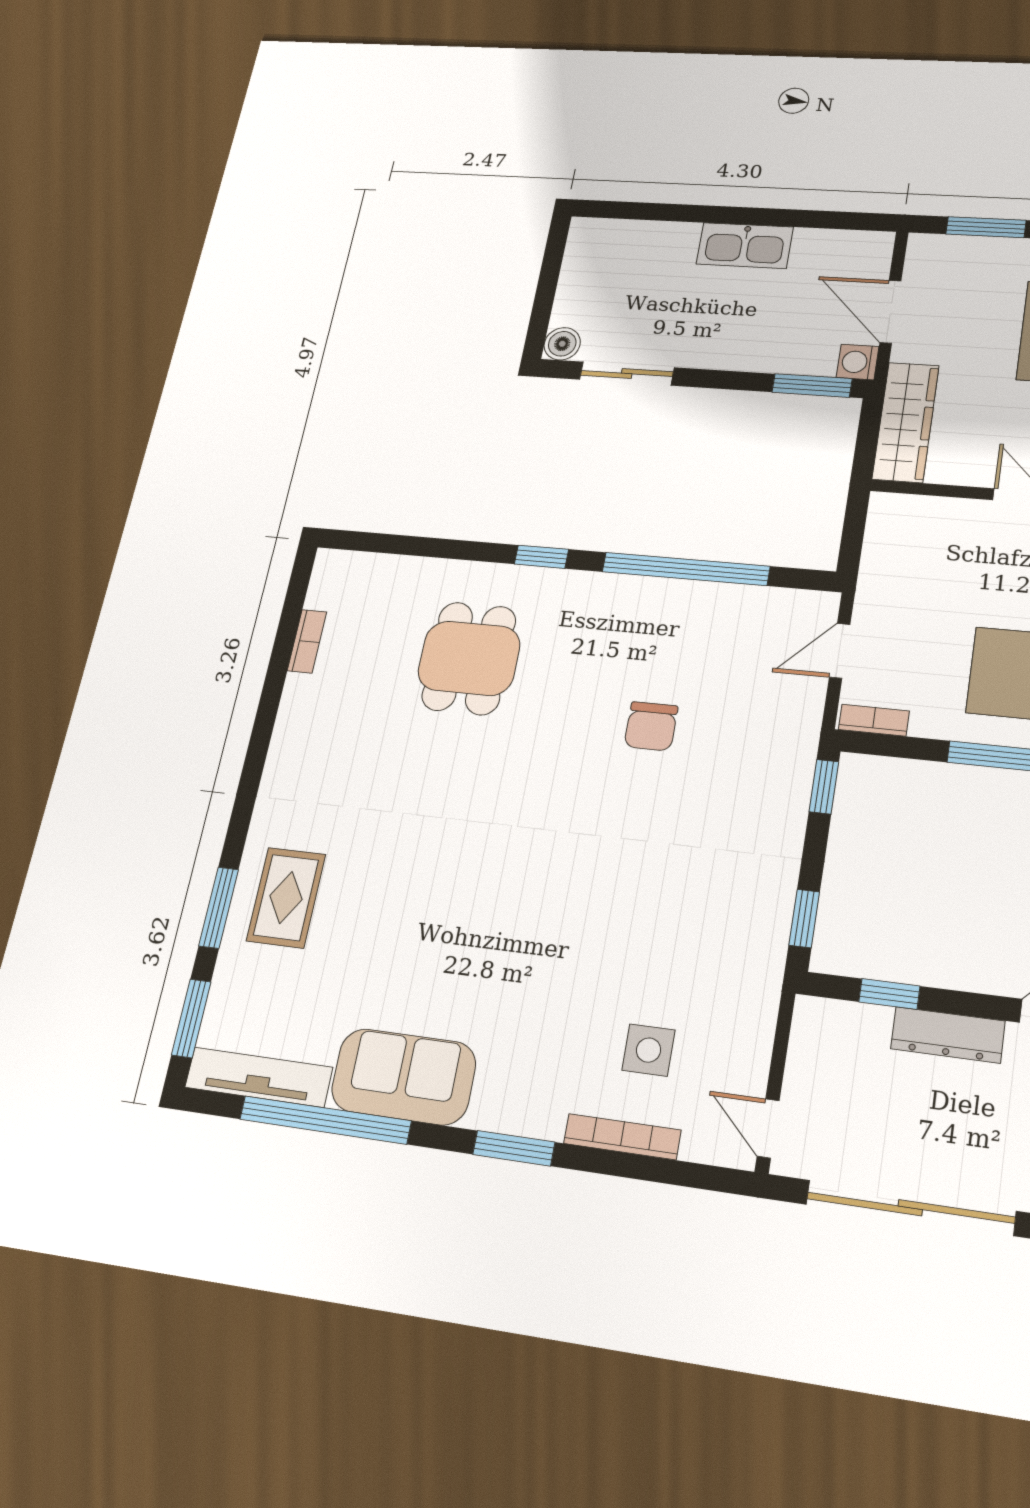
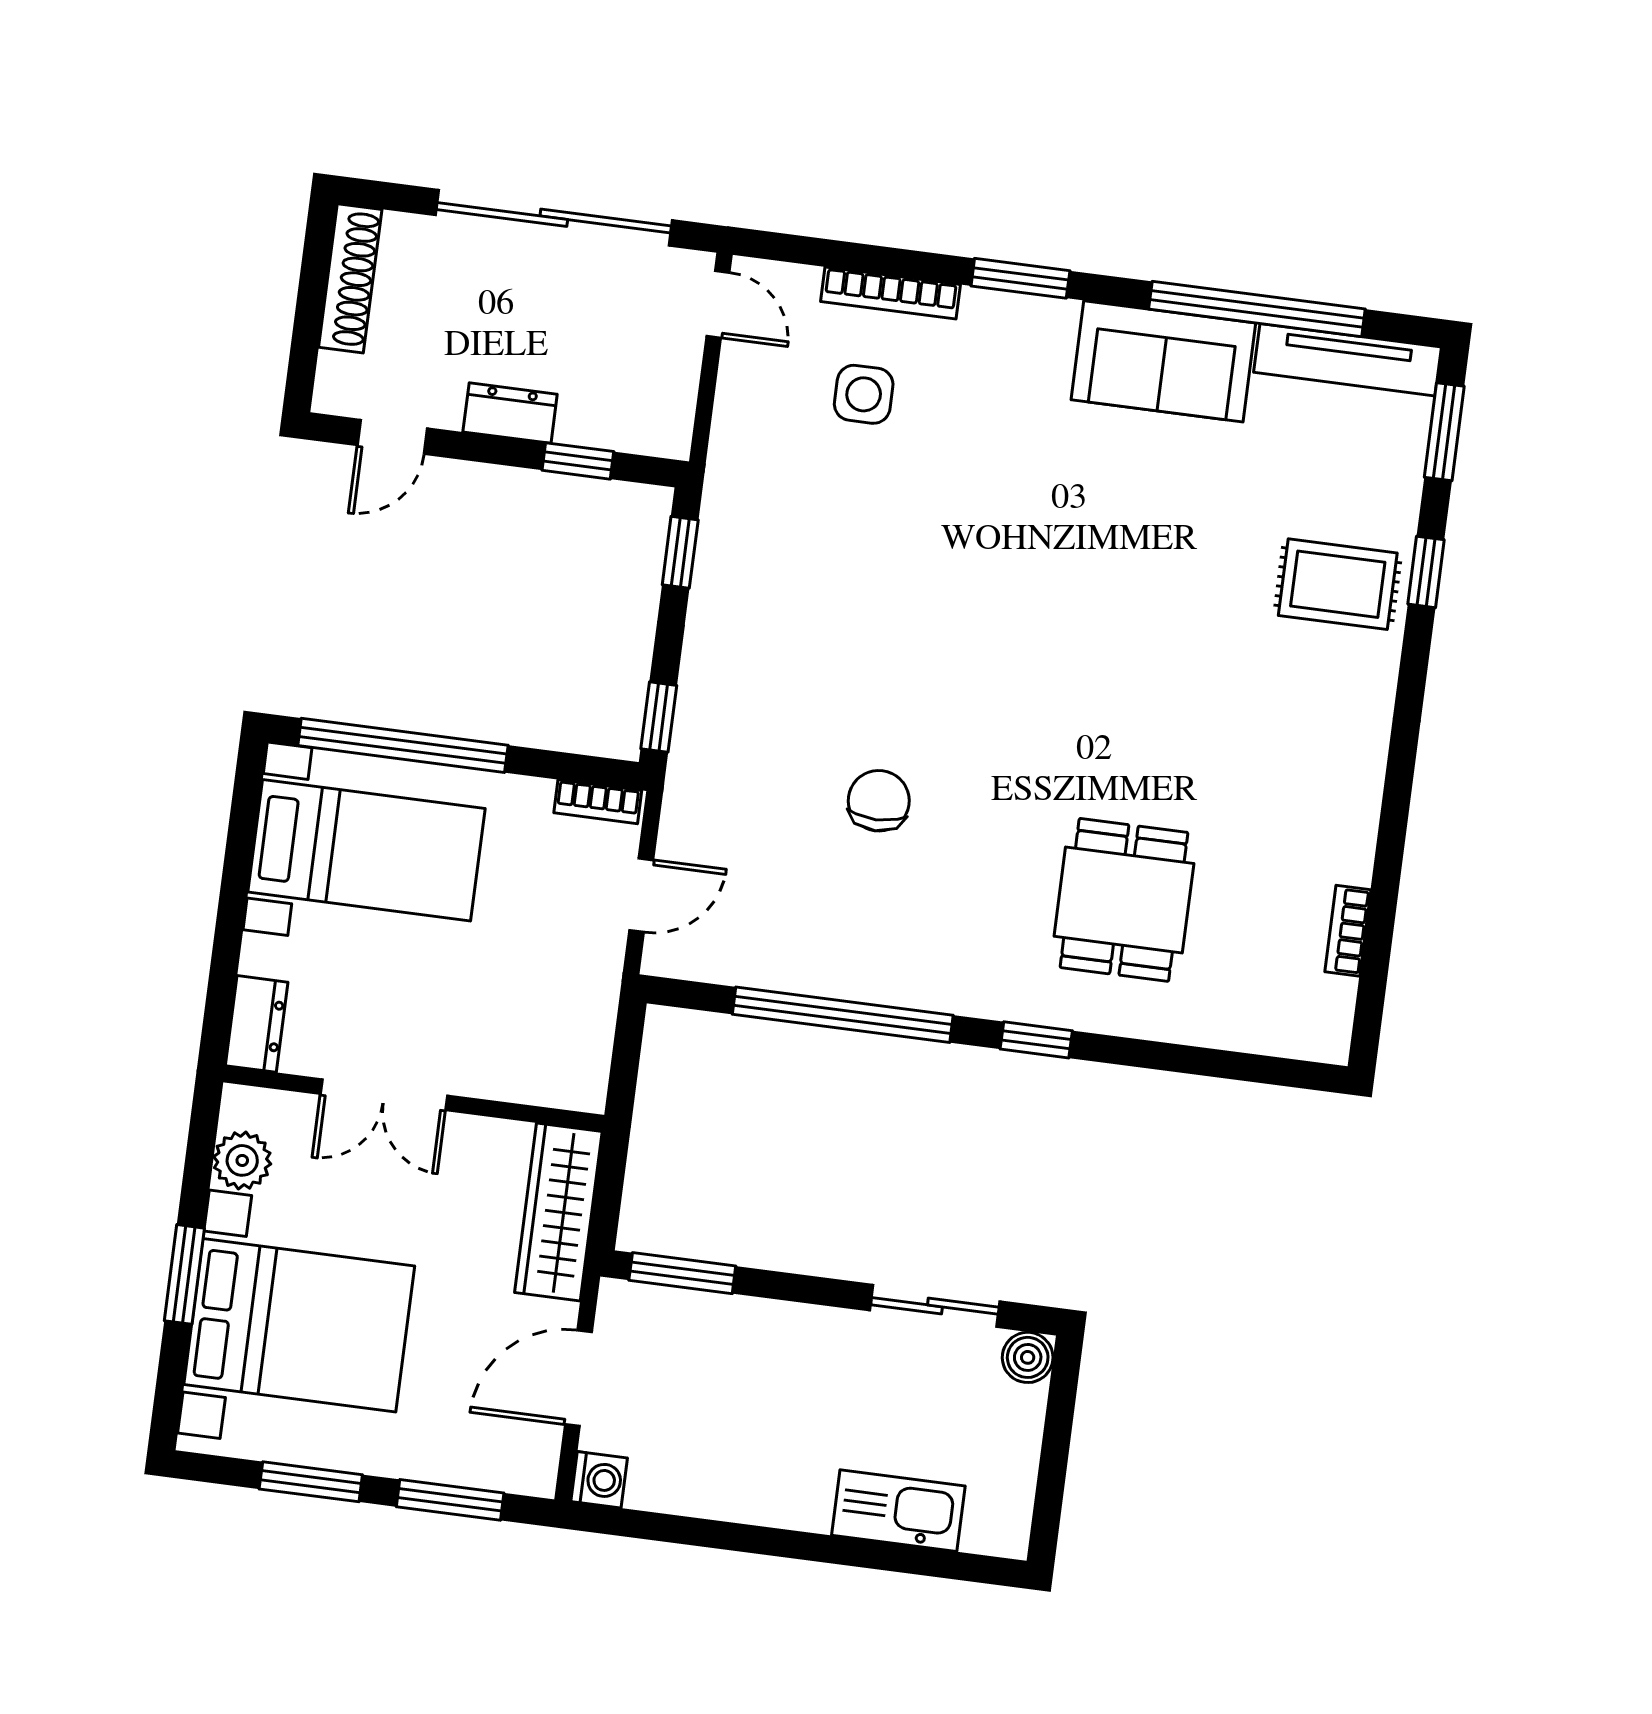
kitchen sink: (745, 246) -> (898, 1511), moved
door: (890, 312) -> (579, 1378), swing flipped
washing machine: (858, 362) -> (599, 1480), moved
rug: (286, 898) -> (1338, 584), turned 90
window: (219, 908) -> (1426, 572), width x0.67
dresser: (948, 1035) -> (510, 413), width x0.70

